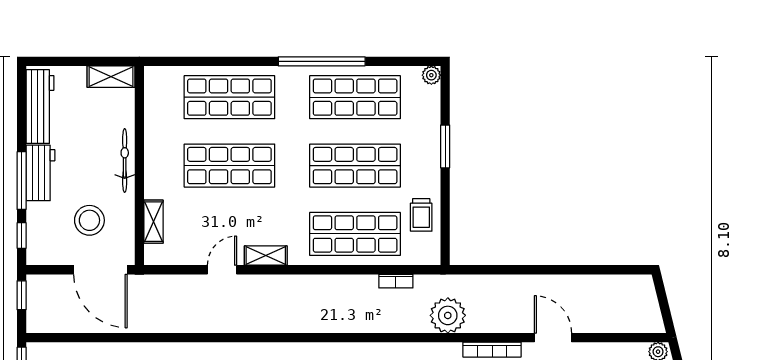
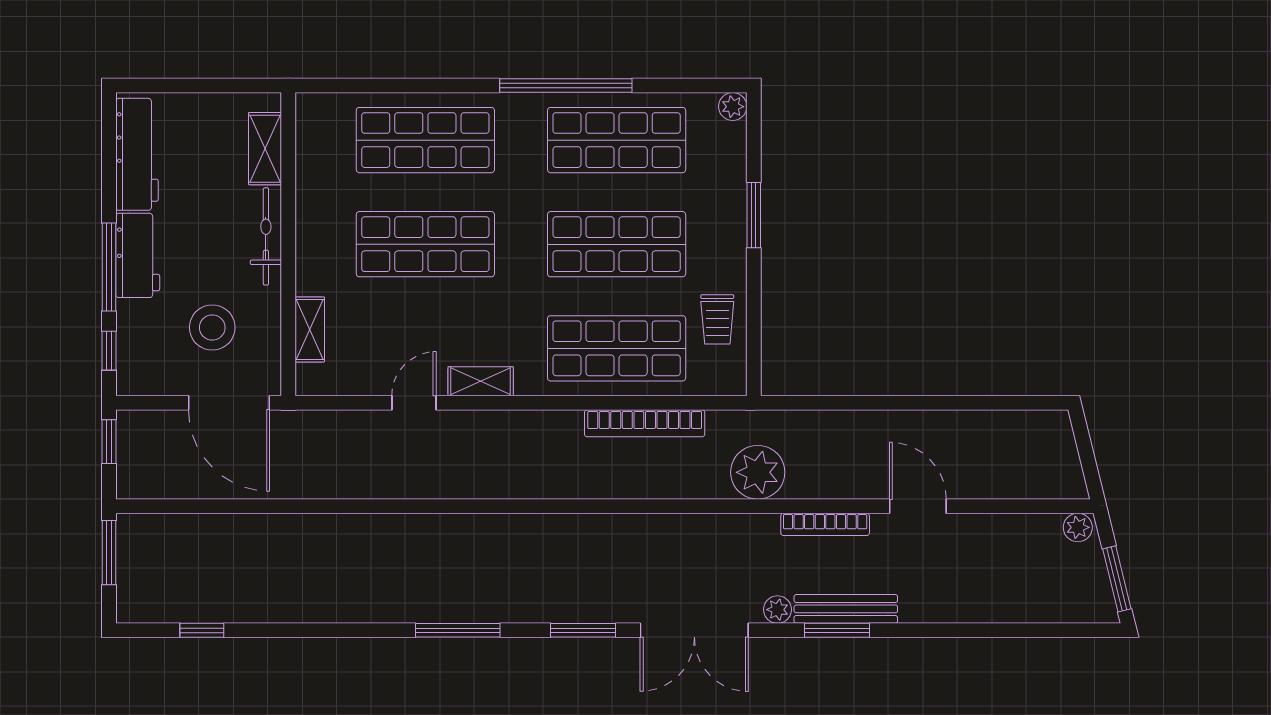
shelving: (111, 77) -> (265, 149), moved, turned 90
bookcase: (396, 281) -> (645, 423), width x2.31, depth x1.31

